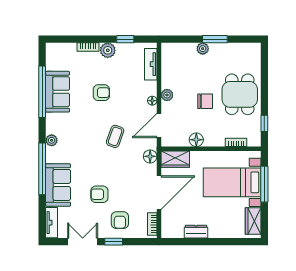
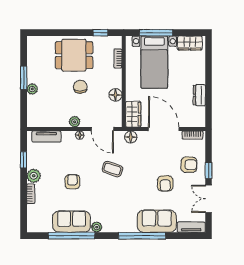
plant: (52, 140) -> (97, 227), moved

